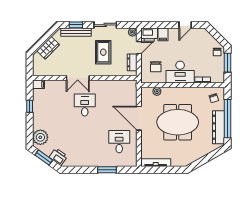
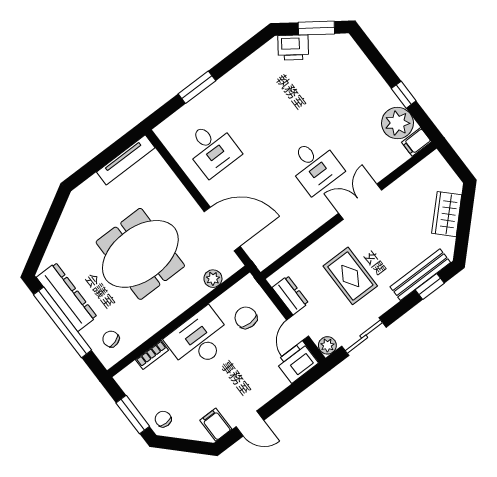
sliding door: (105, 25) -> (364, 337), moved
door: (185, 25) -> (250, 423), swing flipped
filing cabinet: (163, 34) -> (216, 425), moved
door: (139, 118) -> (222, 229), moved
plant: (40, 137) -> (397, 123), moved

